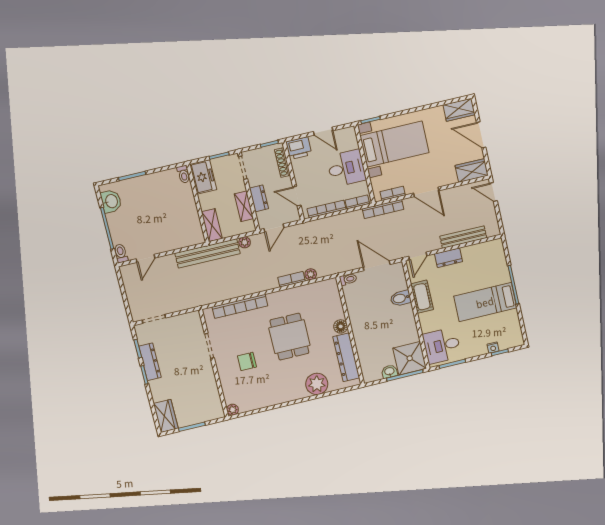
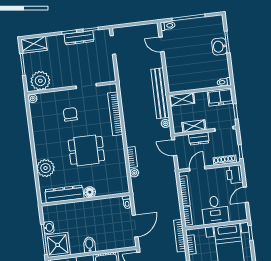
washbasin: (111, 201) -> (219, 47), moved, turned 90
bidet: (401, 298) -> (89, 245), moved
plant: (209, 403) -> (40, 81), added

